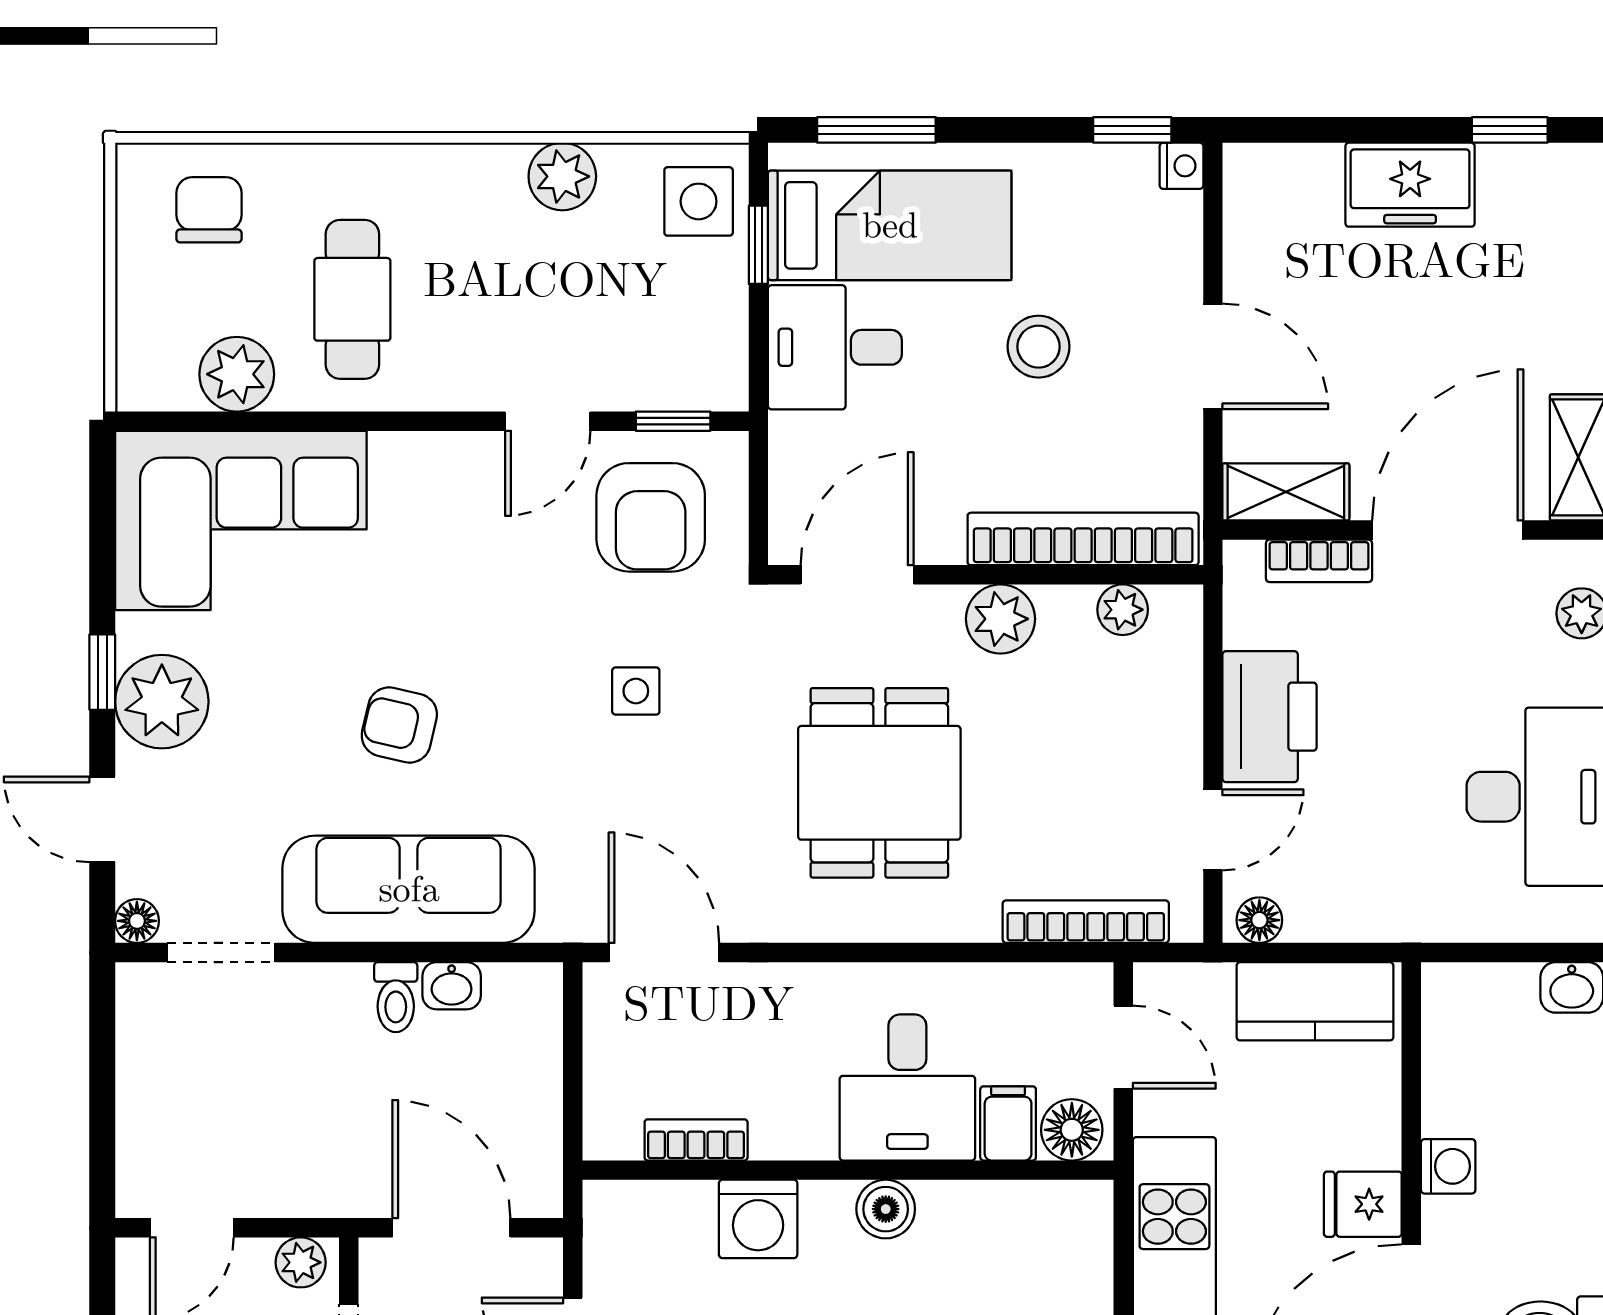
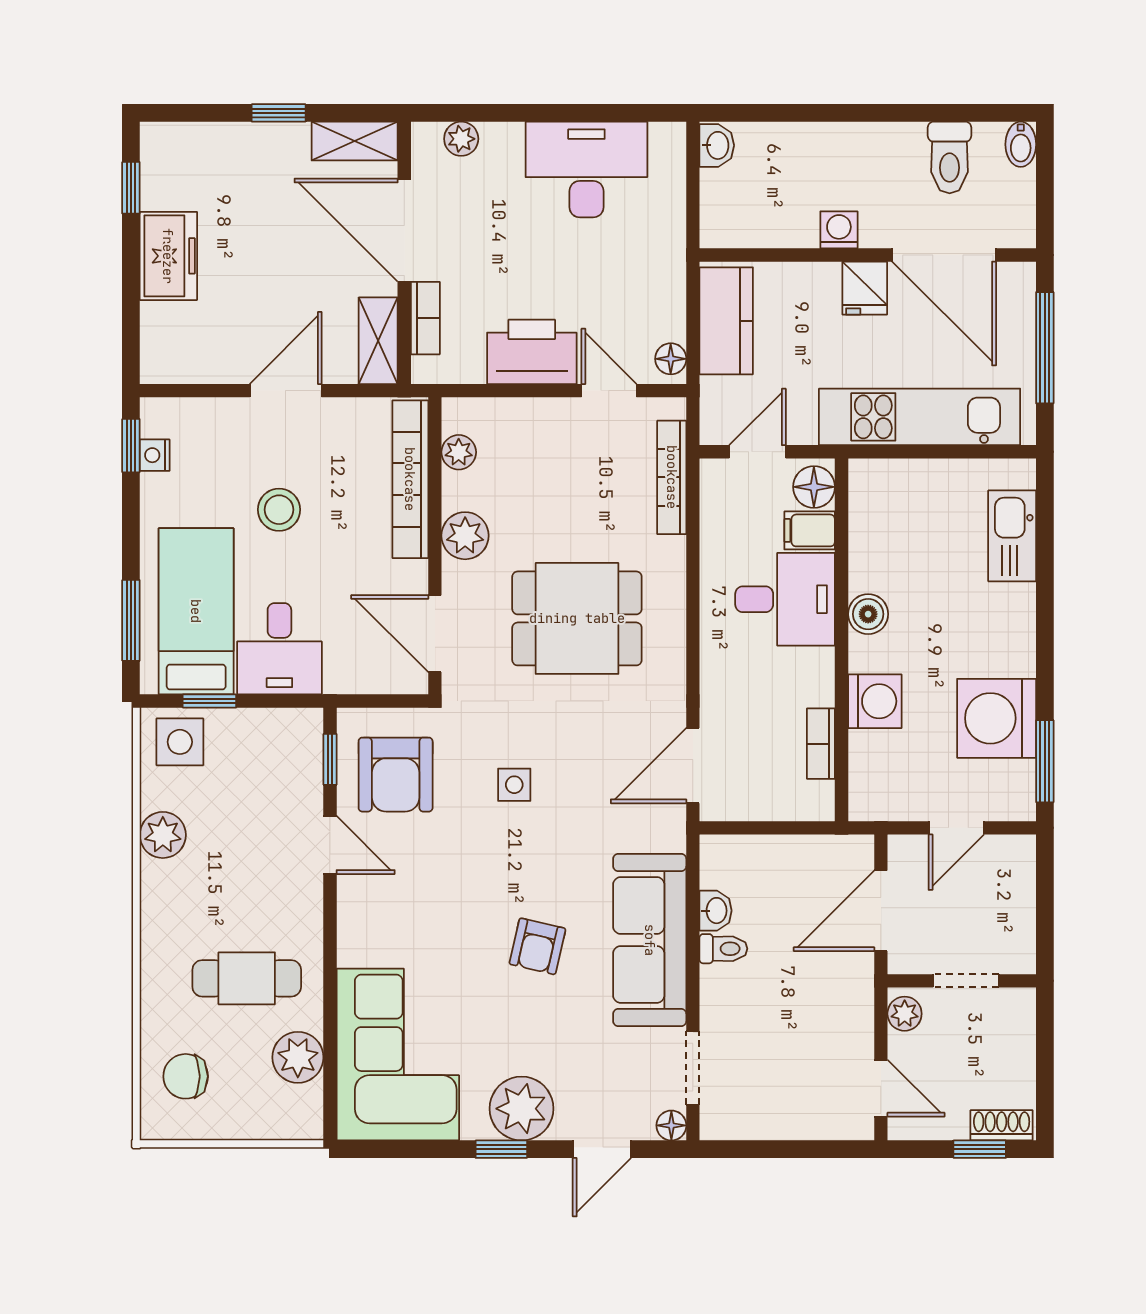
nightstand: (1181, 166) -> (155, 455), moved, turned -90
armchair: (651, 517) -> (396, 775), turned 90

